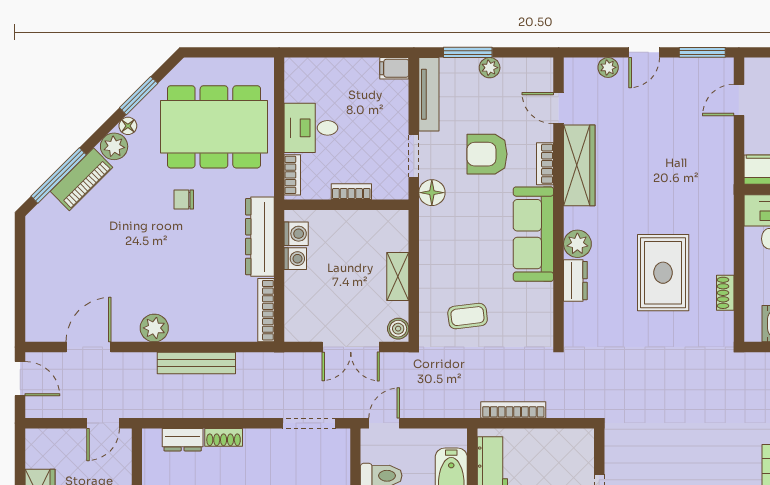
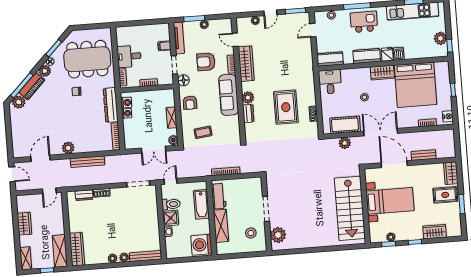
filing cabinet: (394, 68) -> (164, 46), moved
plant: (49, 214) -> (19, 102), added
armchair: (443, 245) -> (190, 103), added

